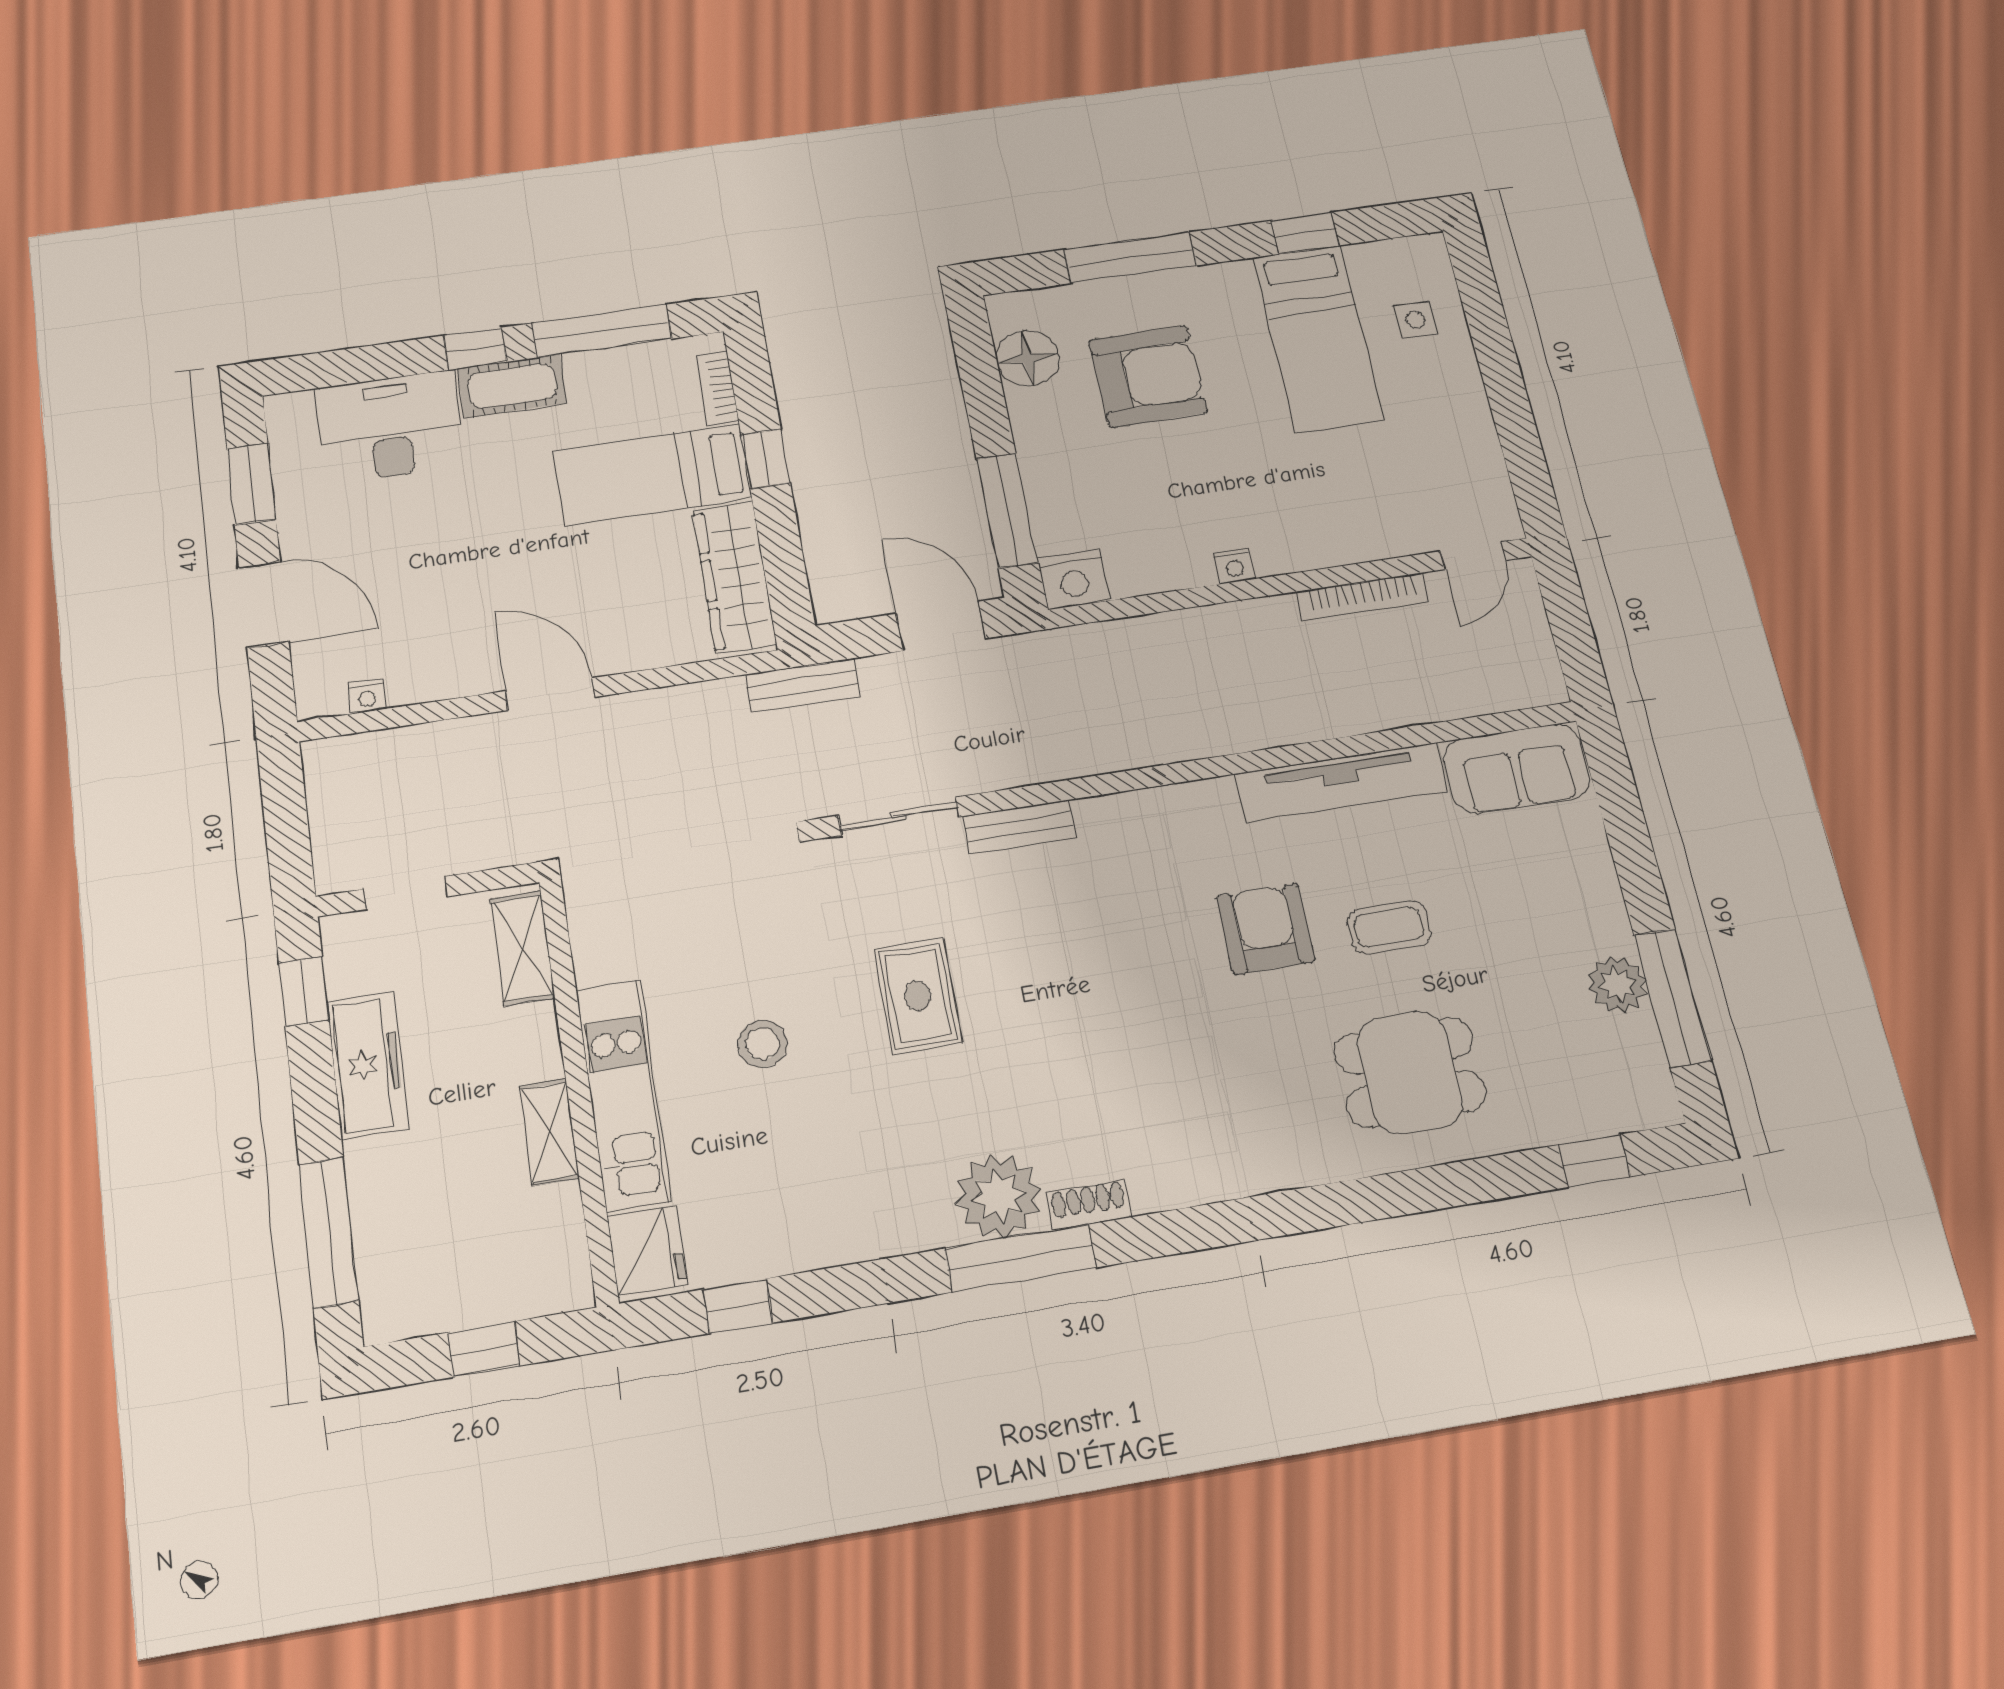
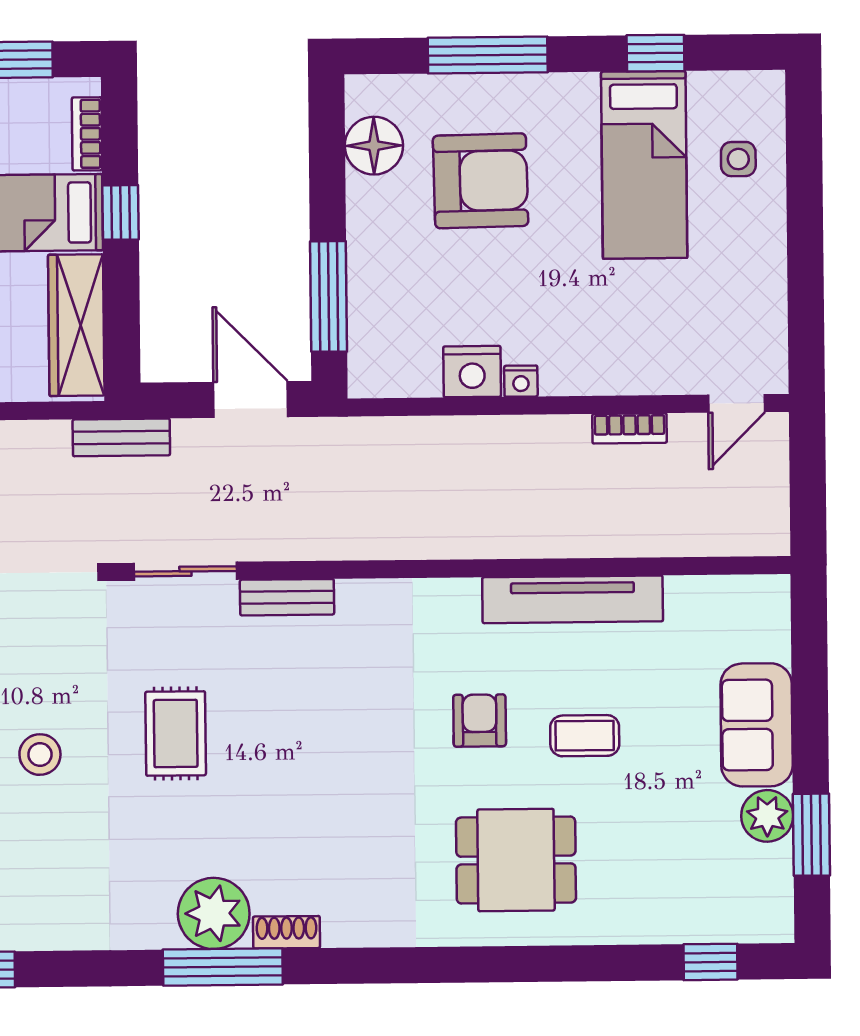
nightstand: (1074, 579) -> (472, 372), moved
bookcase: (1363, 597) -> (630, 428), width x0.64
sofa: (1517, 769) -> (757, 725), moved, turned 90
armchair: (1266, 929) -> (480, 721), width x0.72, depth x0.72
window: (1673, 998) -> (811, 835), width x0.69
dining table: (1410, 1072) -> (516, 860), moved

